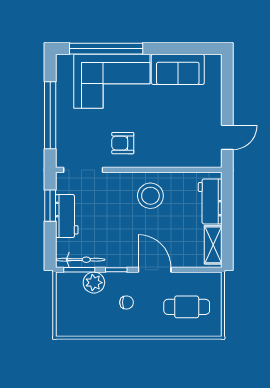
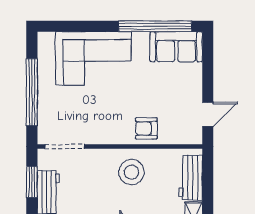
window: (106, 49) -> (155, 26), moved
sofa: (178, 69) -> (176, 47), moved
armchair: (123, 143) -> (146, 128), moved

